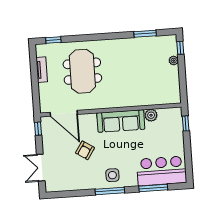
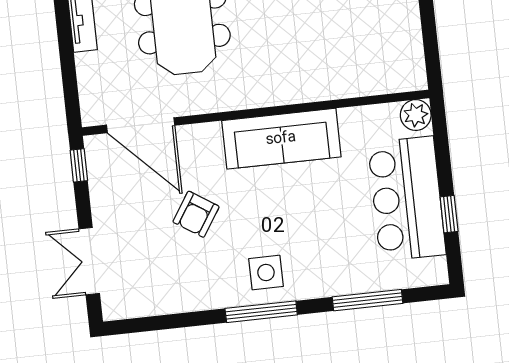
plant: (151, 115) -> (416, 115), moved
window: (186, 123) -> (449, 214), moved
bar counter: (162, 171) -> (407, 199), moved, turned -90

